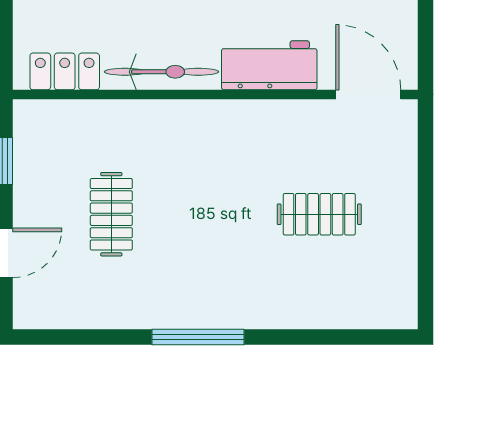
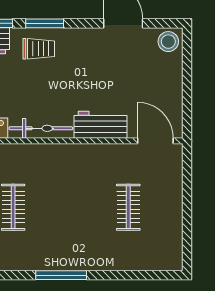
clothes rail: (319, 214) -> (128, 207), turned 90

